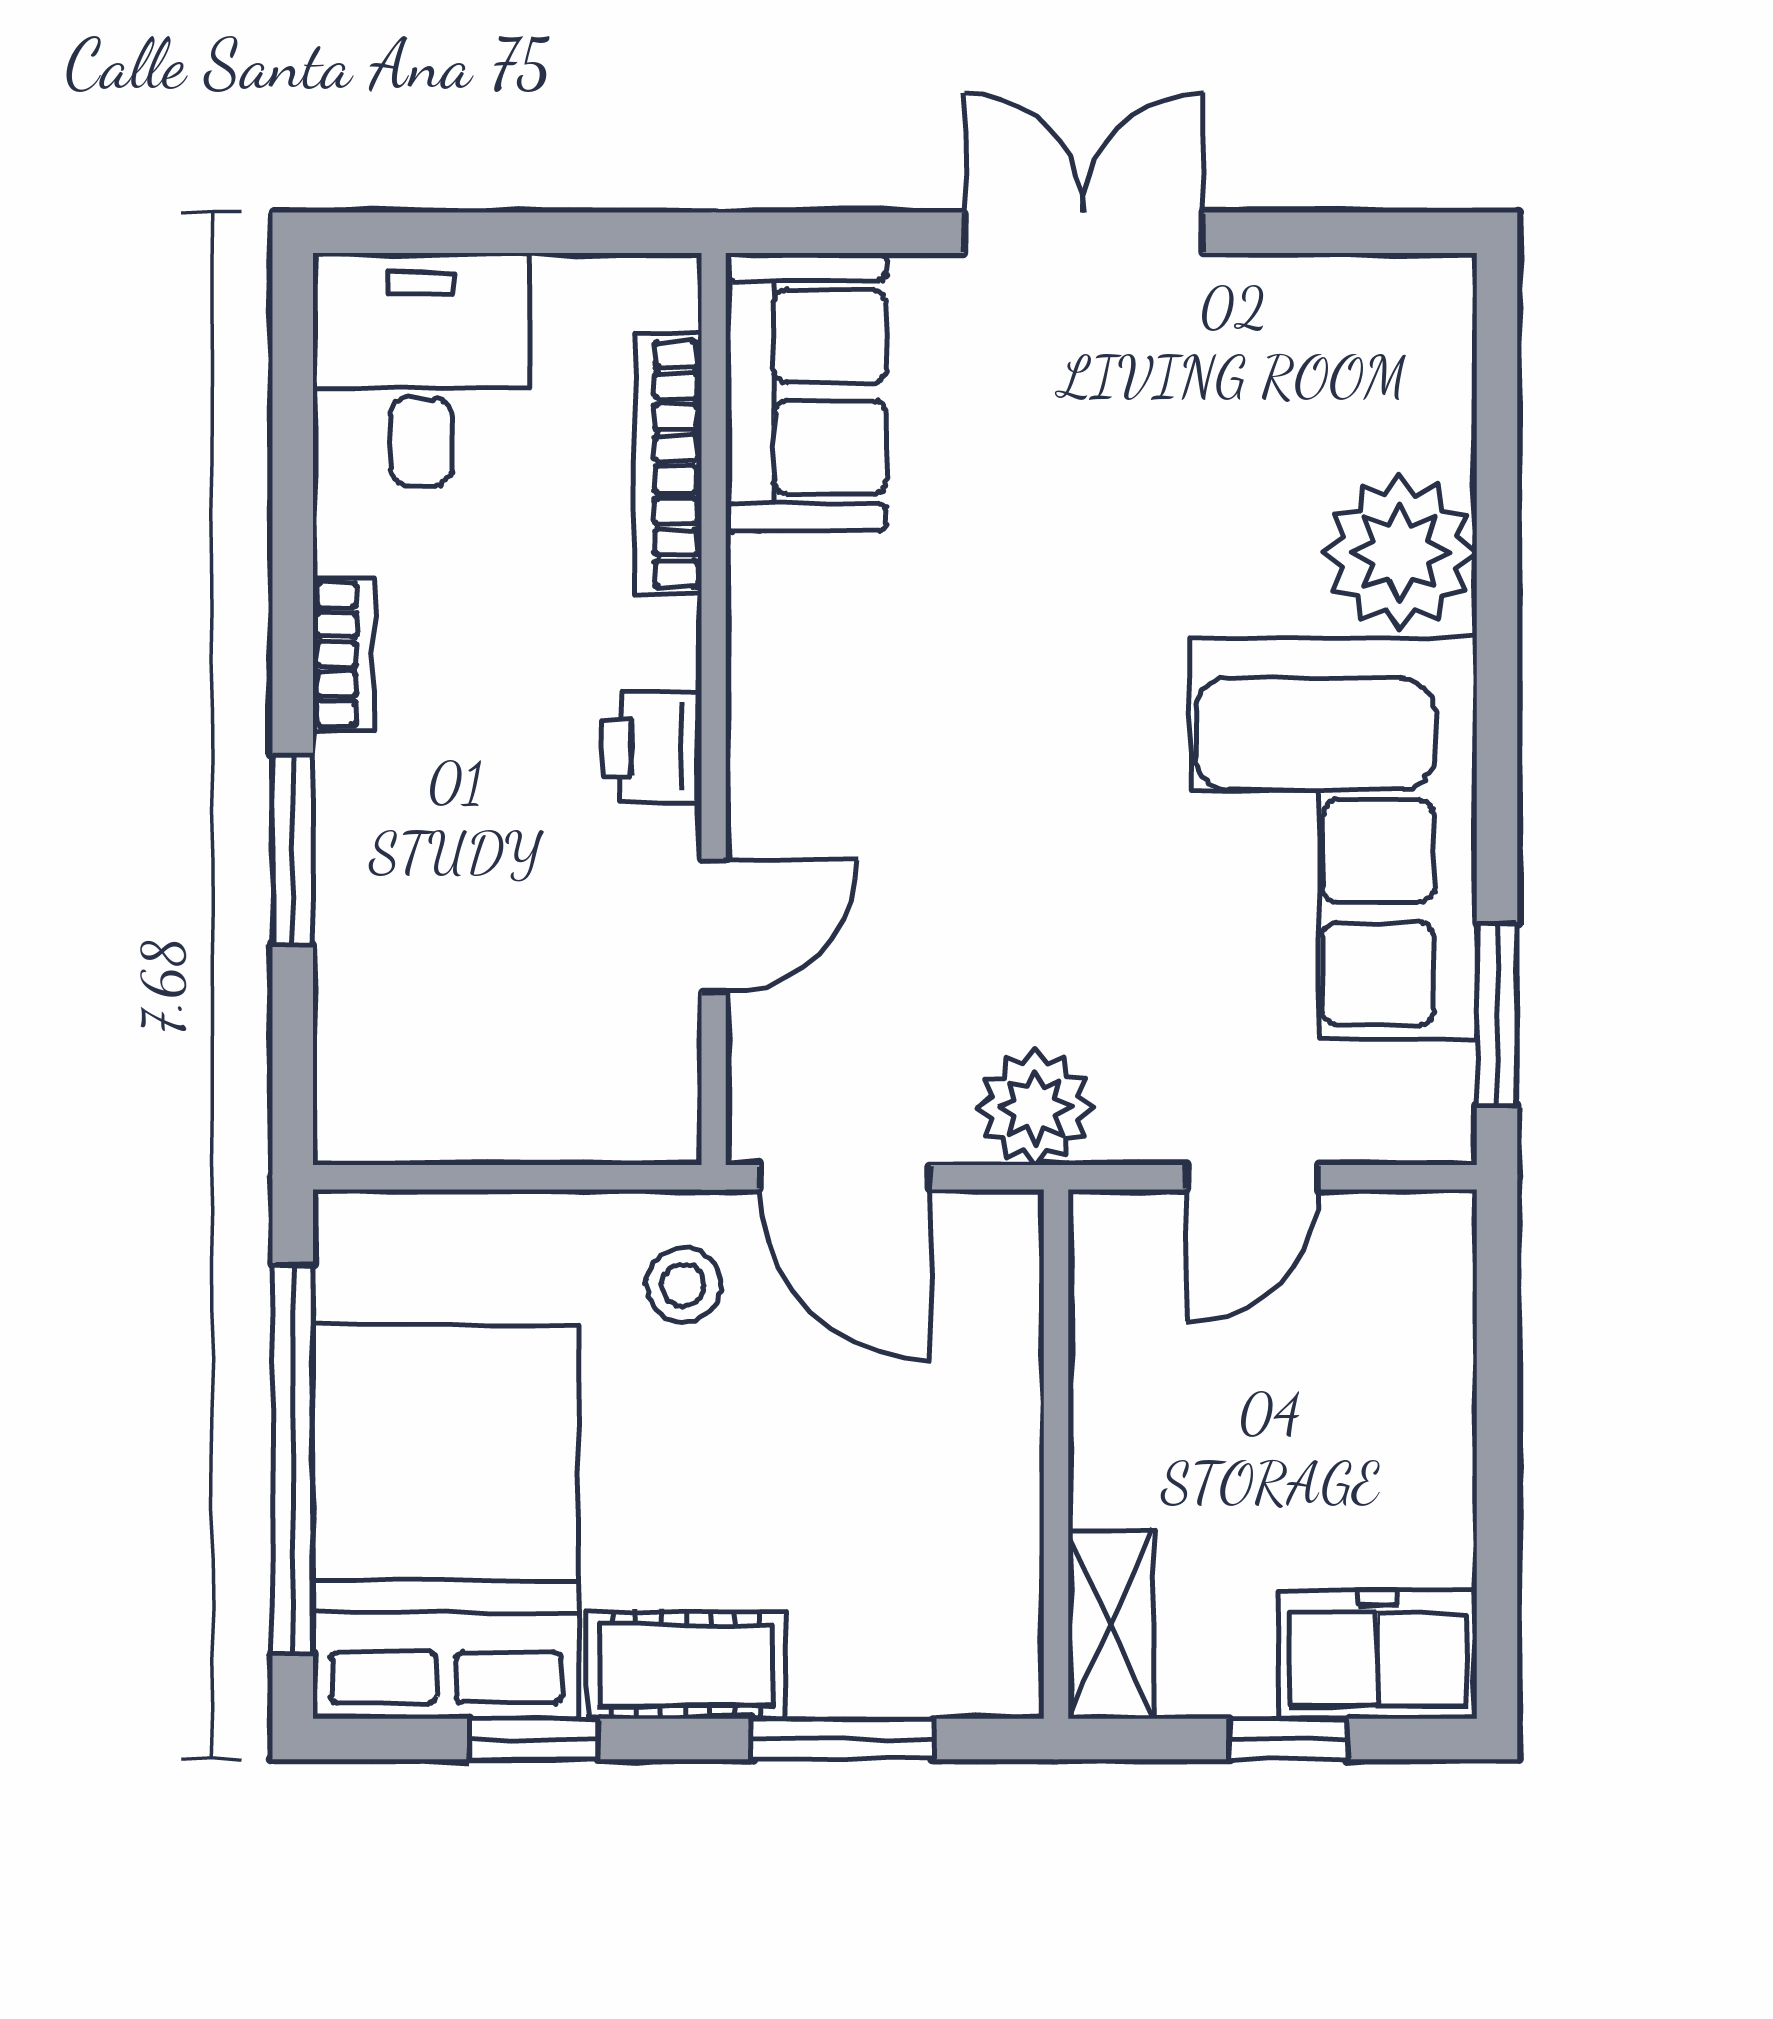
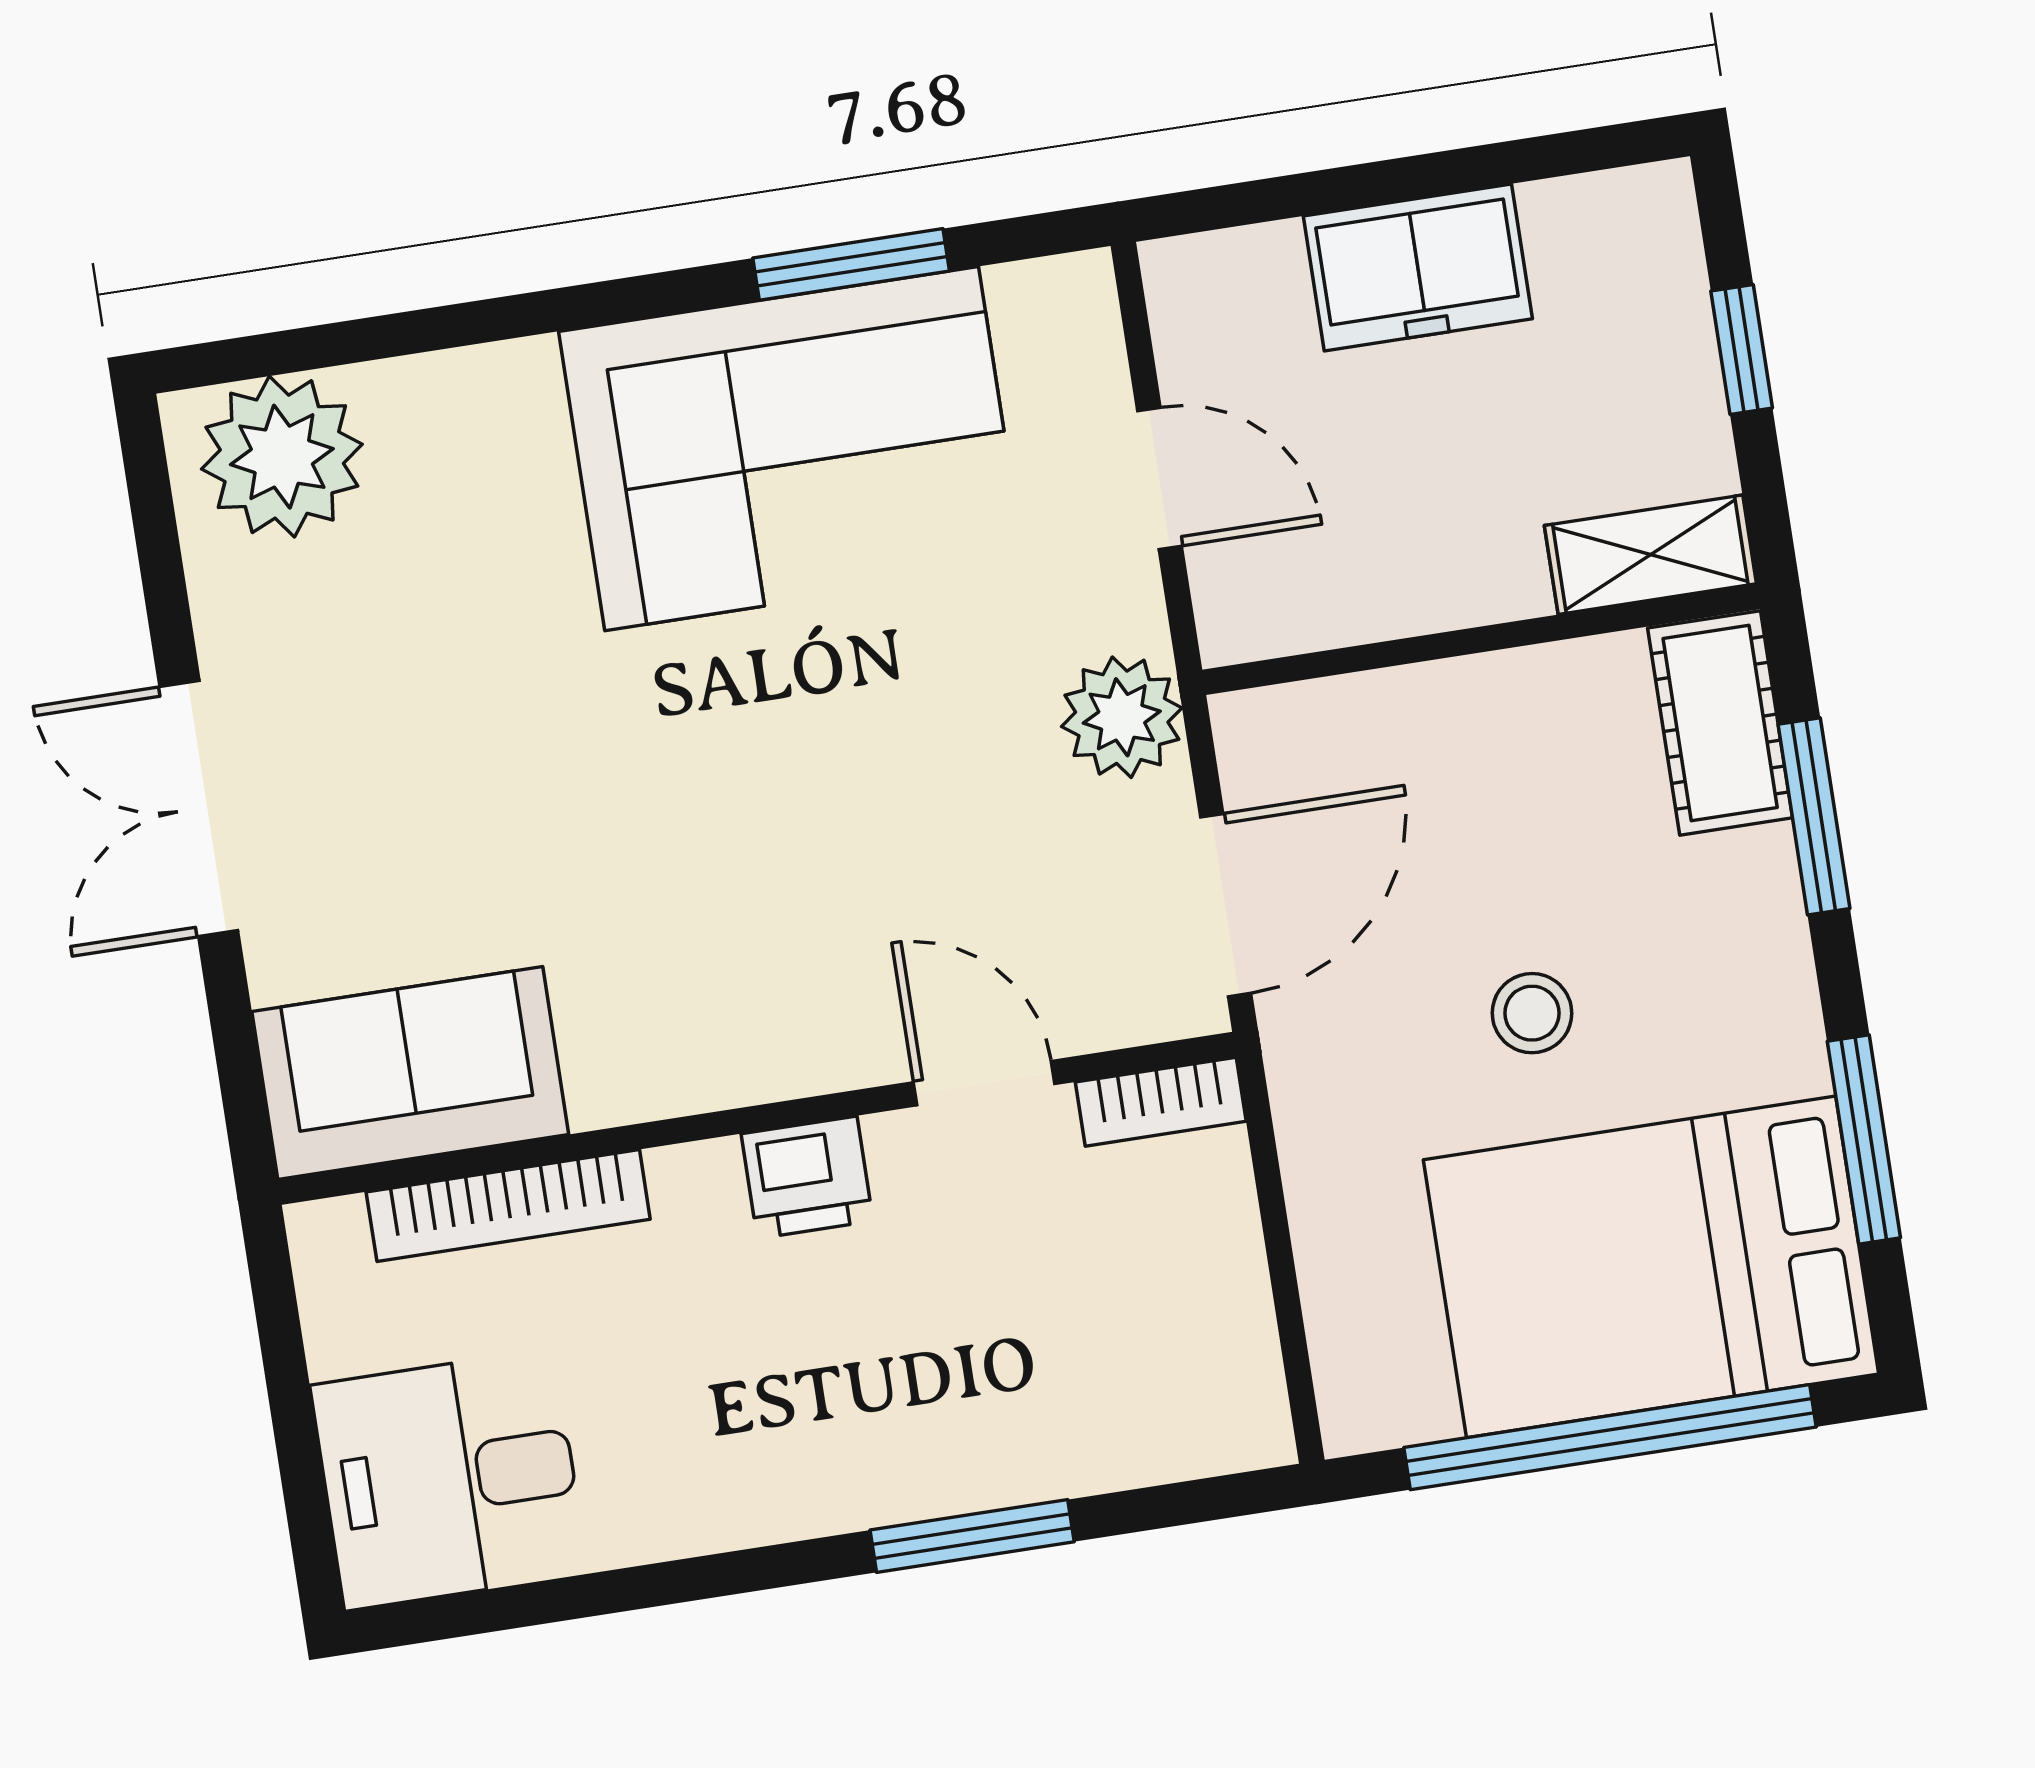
plant: (1400, 552) -> (282, 457), moved
bookcase: (344, 654) -> (1161, 1102), moved, turned 180
window: (1497, 1014) -> (851, 264), moved
stool: (683, 1285) -> (1532, 1013), moved
freezer: (1378, 1654) -> (1418, 267), moved, turned -90
cot: (686, 1665) -> (1720, 723), moved
window: (534, 1739) -> (1864, 1139), width x1.50

